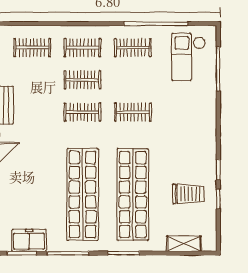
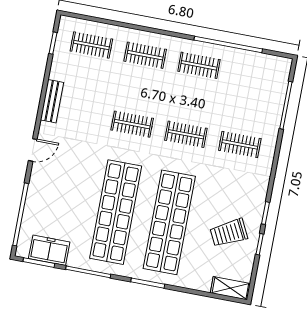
checkout: (188, 57) -> (257, 86), removed
clothes rail: (82, 80) -> (240, 144), moved
trolley: (188, 194) -> (229, 233), turned 153
shelving: (184, 244) -> (230, 288), moved

